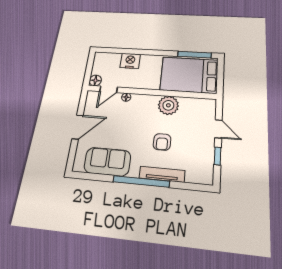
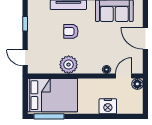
door: (77, 127) -> (145, 38), hinge flipped
door: (218, 129) -> (25, 58), moved
armchair: (162, 142) -> (71, 31), turned -90

